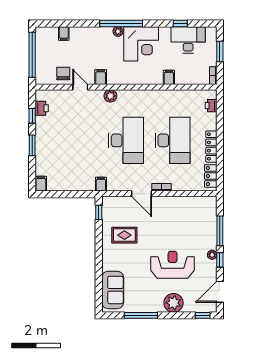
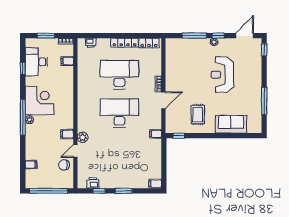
filing cabinet: (169, 77) -> (67, 61), moved
plant: (110, 96) -> (83, 137), moved
sofa: (113, 290) -> (231, 124), moved
door: (220, 292) -> (245, 36), swing flipped
plant: (174, 303) -> (254, 74), removed

